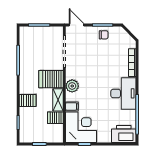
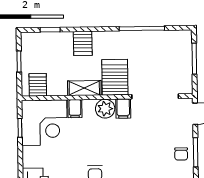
filing cabinet: (72, 74) -> (123, 109), added
server rack: (55, 118) -> (38, 85), moved

